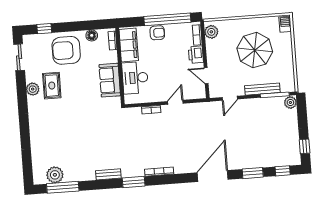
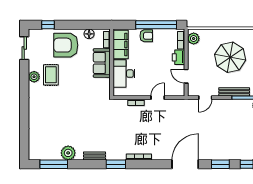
sofa: (110, 80) -> (102, 63), moved
plant: (55, 175) -> (68, 153), moved

